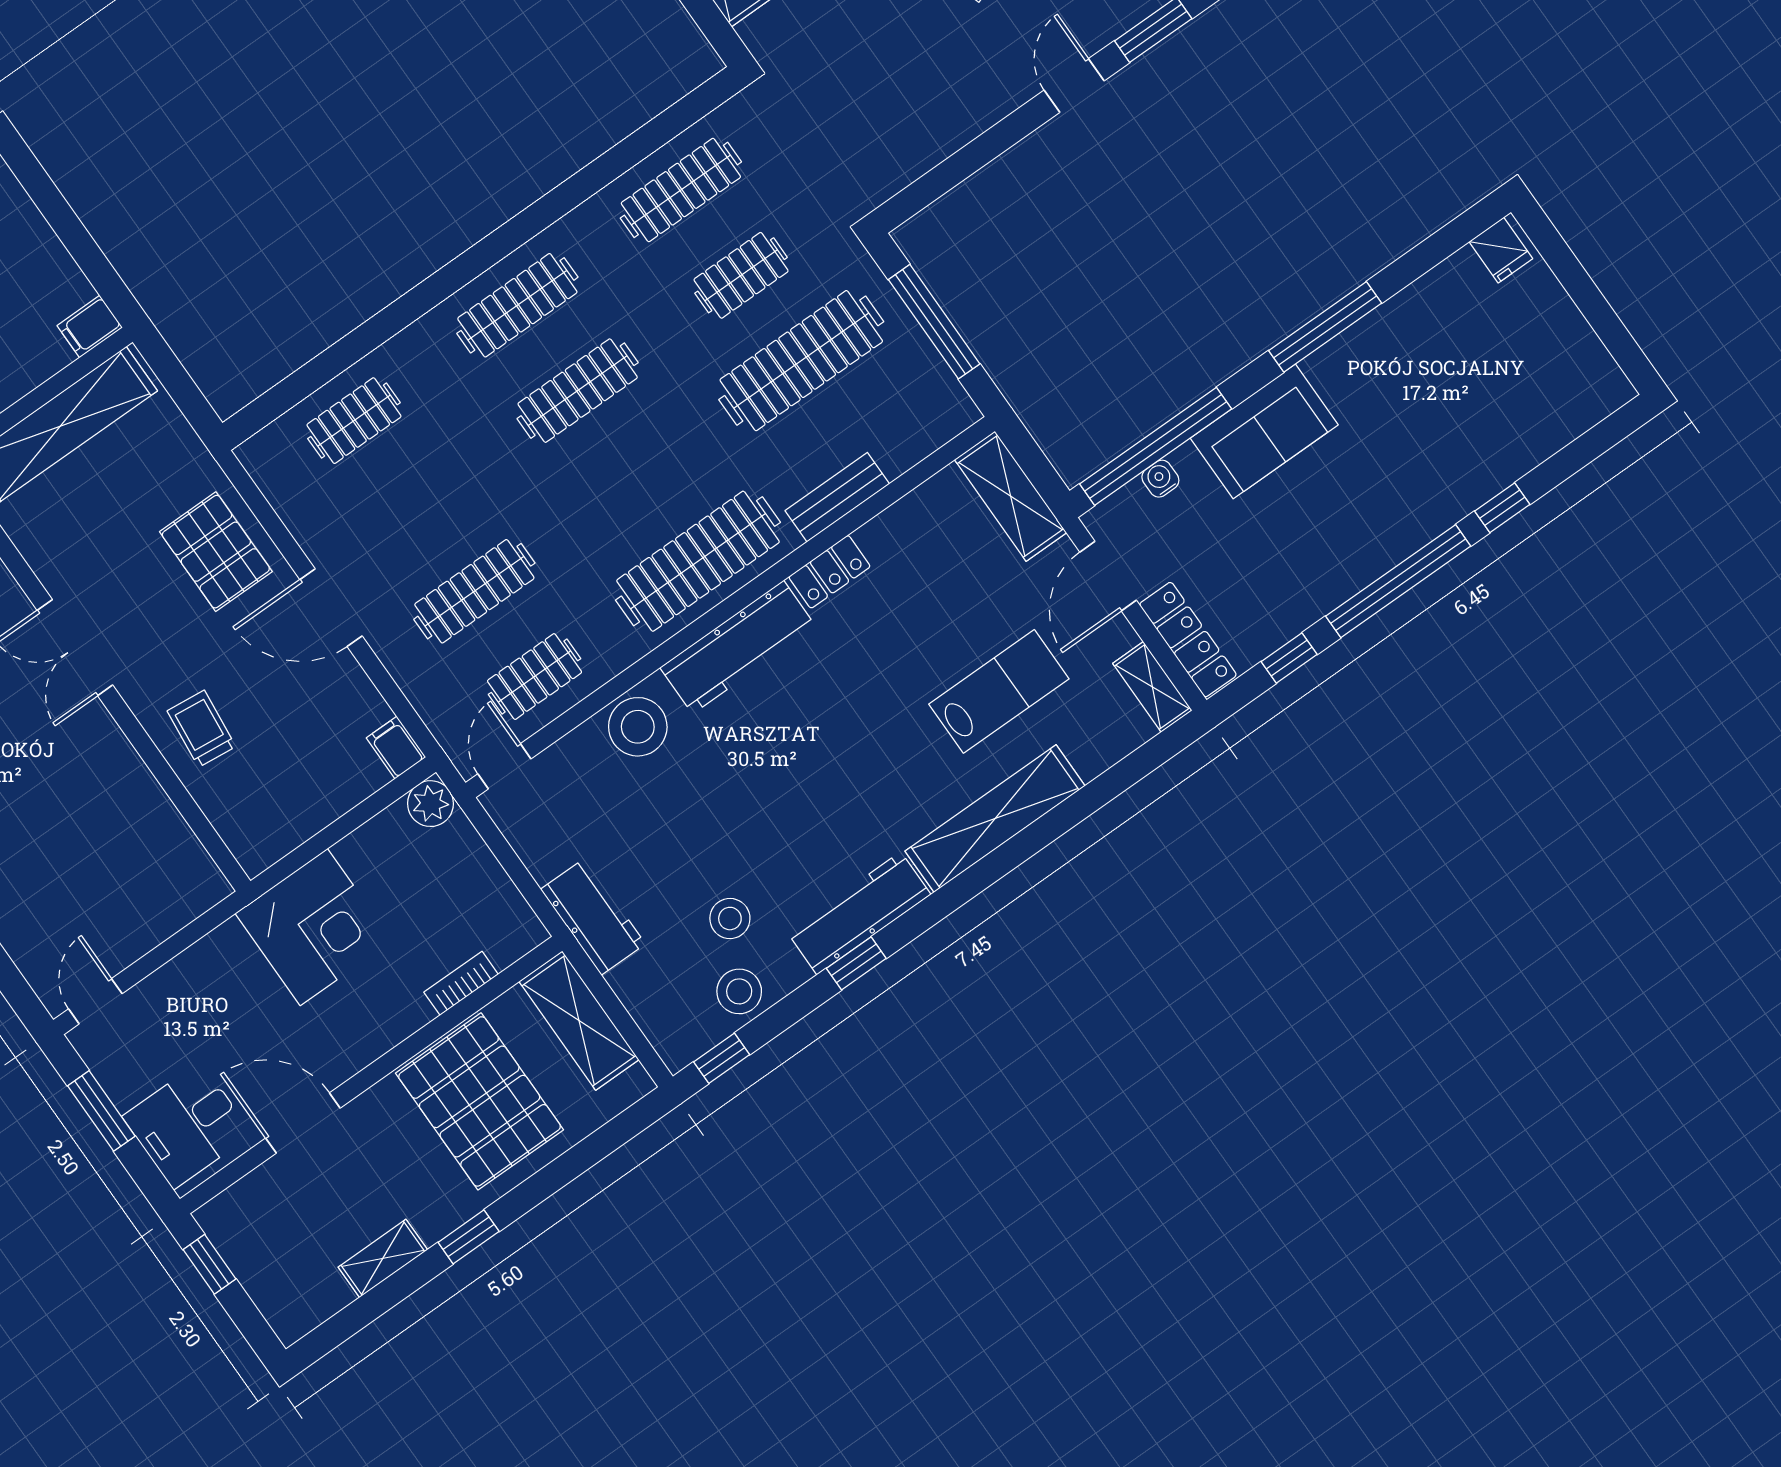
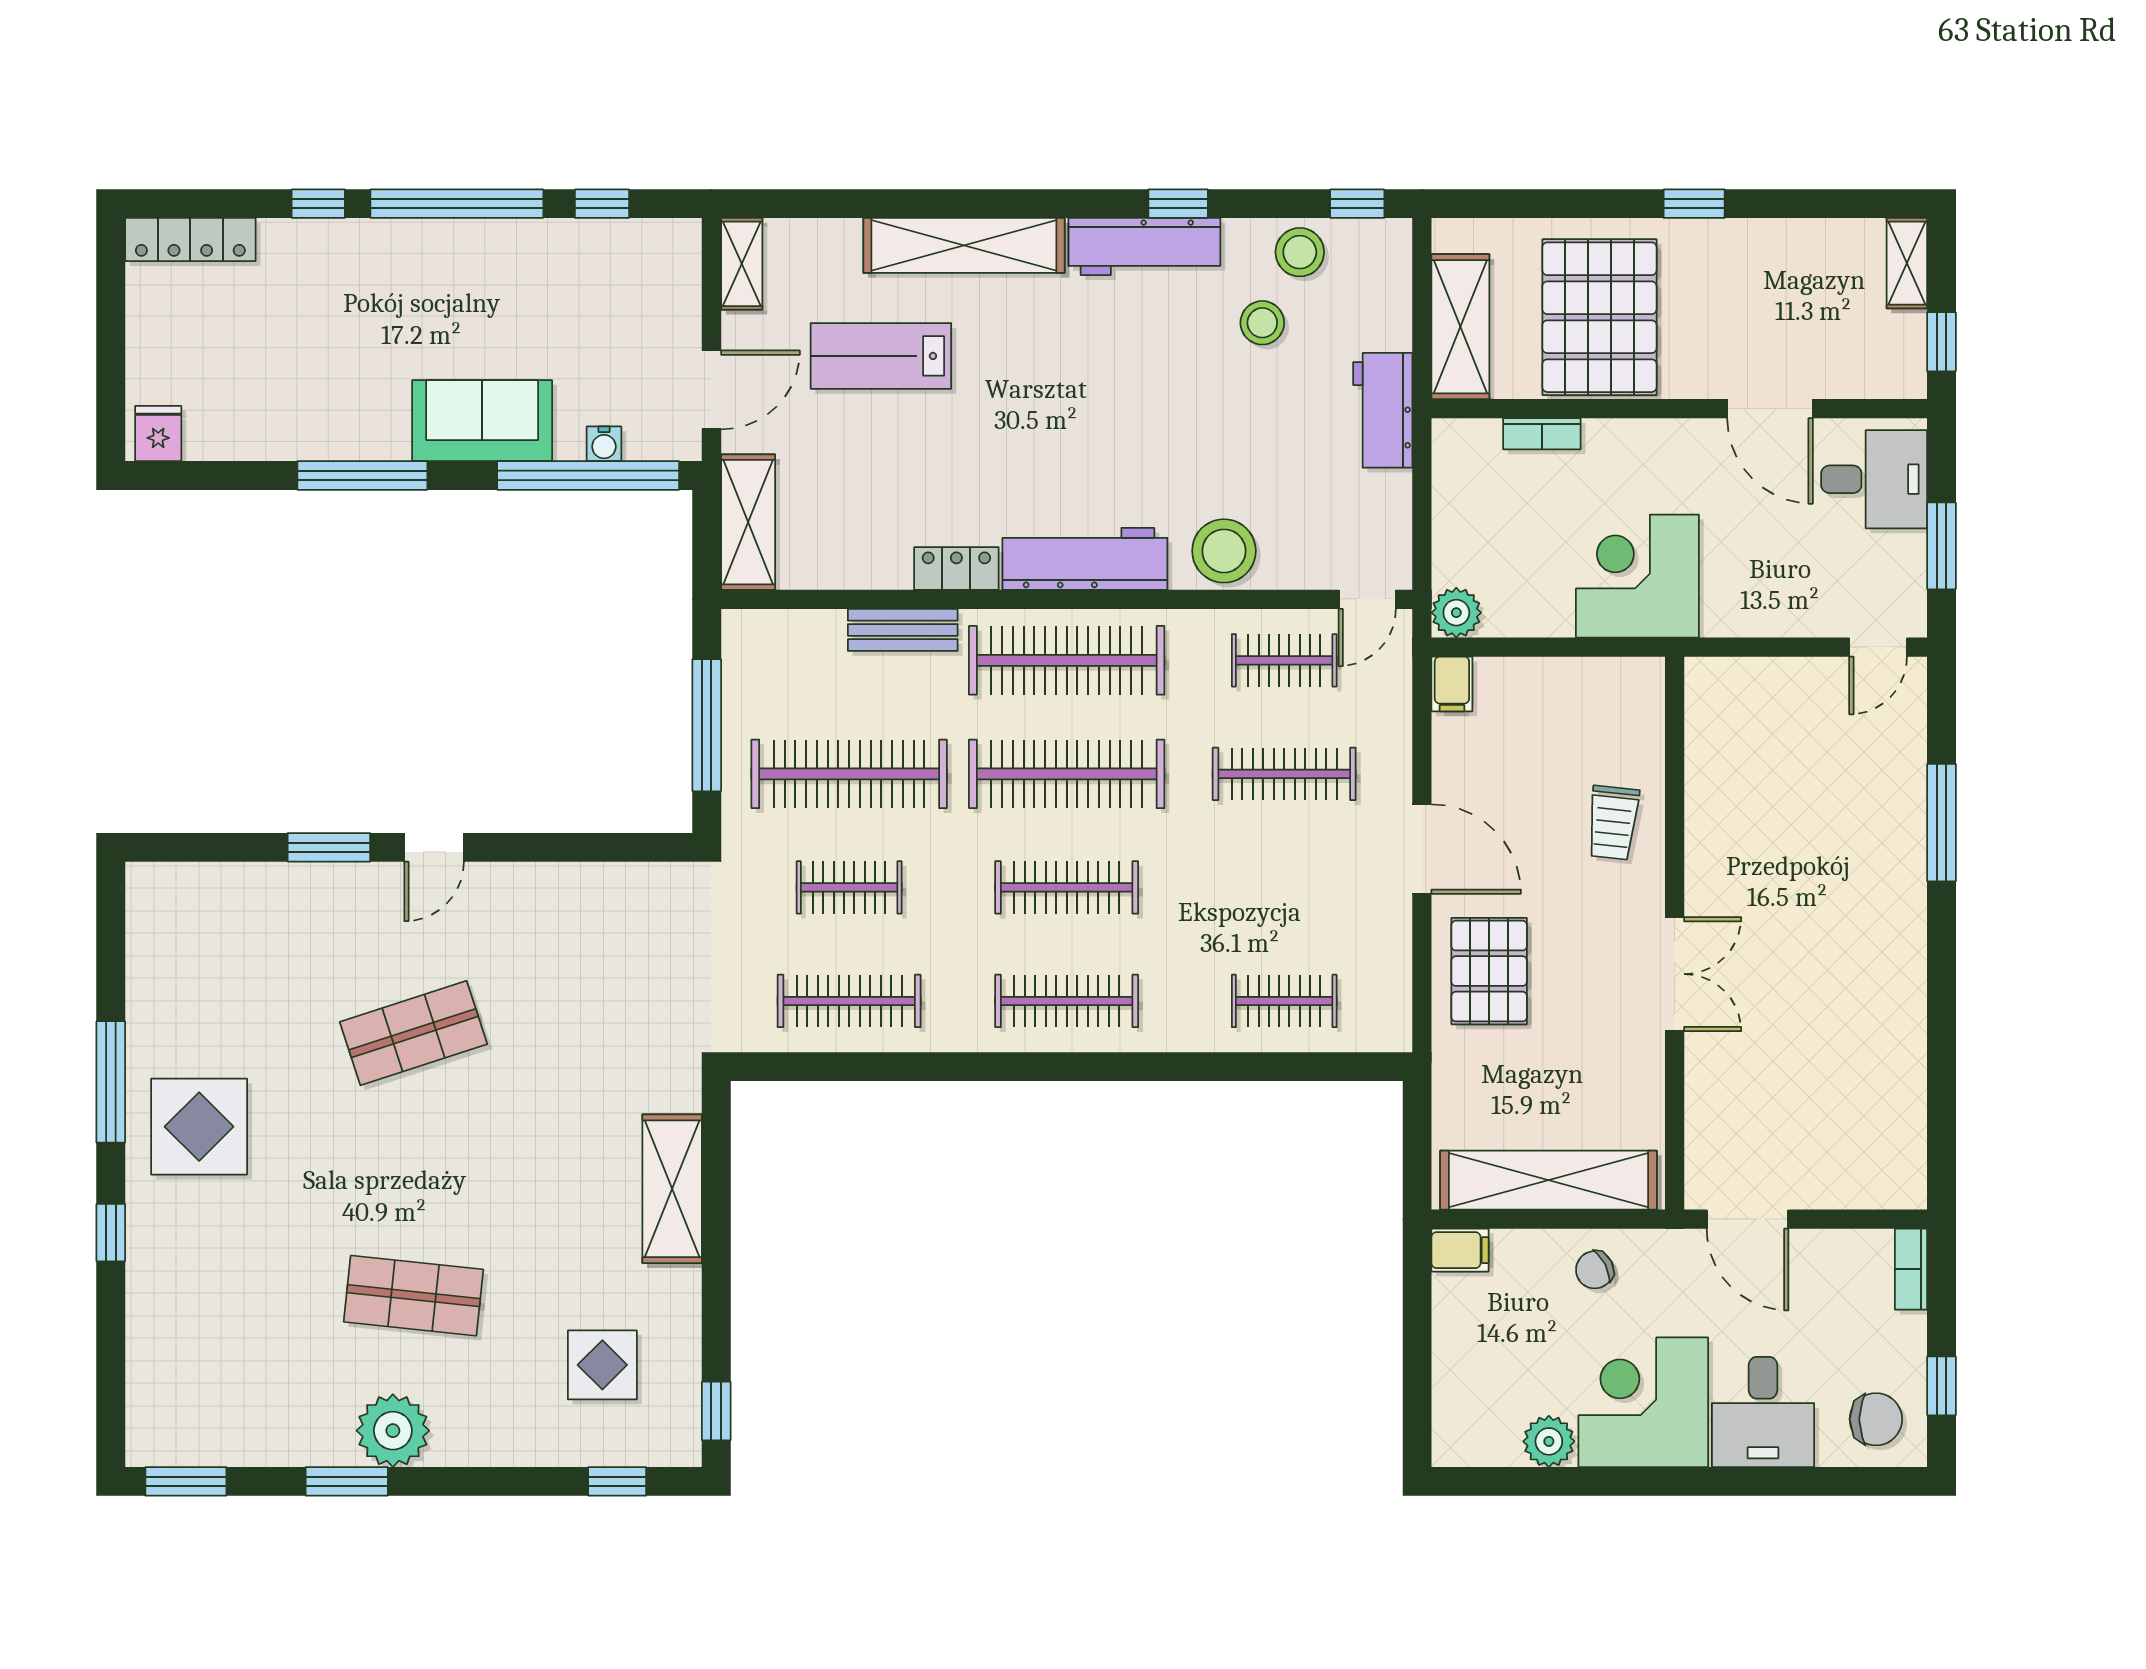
clothes rail: (638, 476) -> (1067, 774), added
locker: (1188, 640) -> (190, 240), moved, turned -90
shelving: (383, 1258) -> (1907, 263), moved, turned 90

